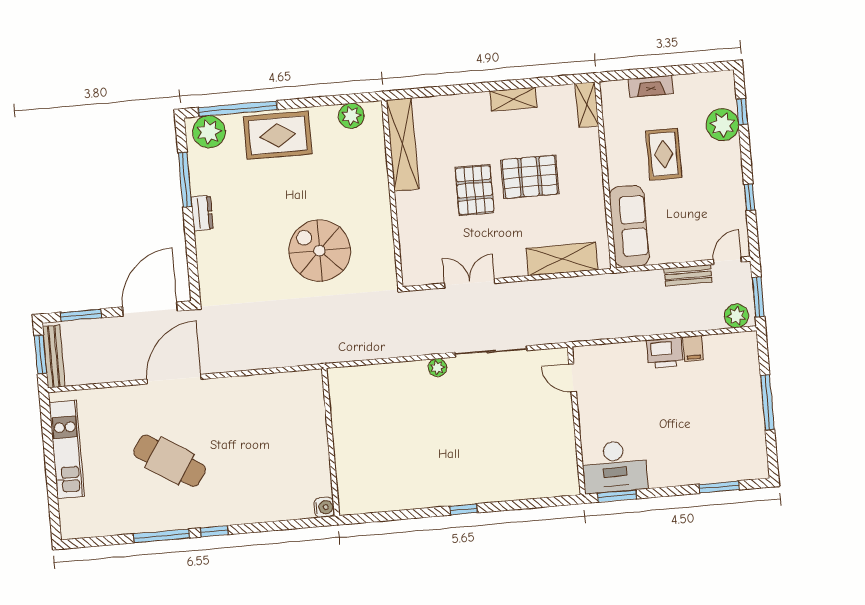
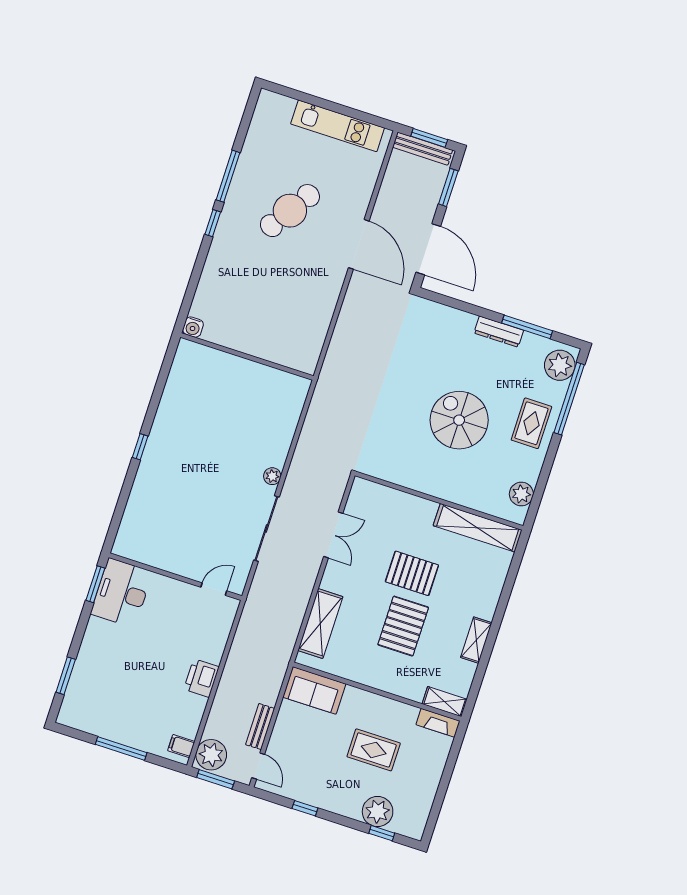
fireplace: (651, 86) -> (438, 723), moved, turned -90
rug: (278, 135) -> (531, 423), width x0.73, depth x0.70
dresser: (202, 213) -> (499, 332), width x1.44
sofa: (629, 226) -> (314, 690), width x0.73
spiral stairs: (320, 251) -> (459, 420), moved, turned -90
plant: (736, 316) -> (211, 755), width x1.36, depth x1.36
filing cabinet: (693, 348) -> (181, 746), moved

